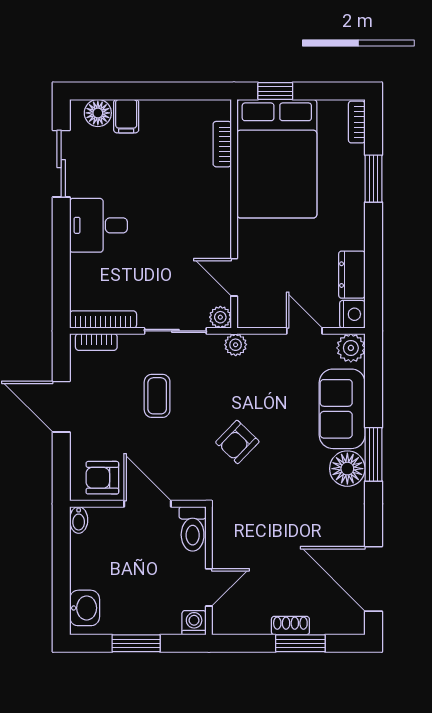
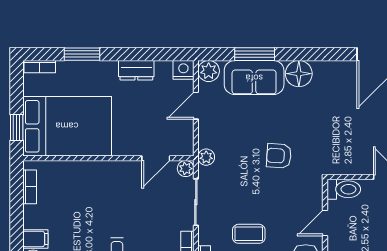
bookcase: (222, 144) -> (30, 187), moved, turned -90
dresser: (352, 275) -> (136, 70), moved
coffee table: (157, 396) -> (249, 234), moved
armchair: (237, 442) -> (279, 156), turned 140
window: (373, 454) -> (255, 54), moved
door: (147, 504) -> (325, 223), width x0.73

